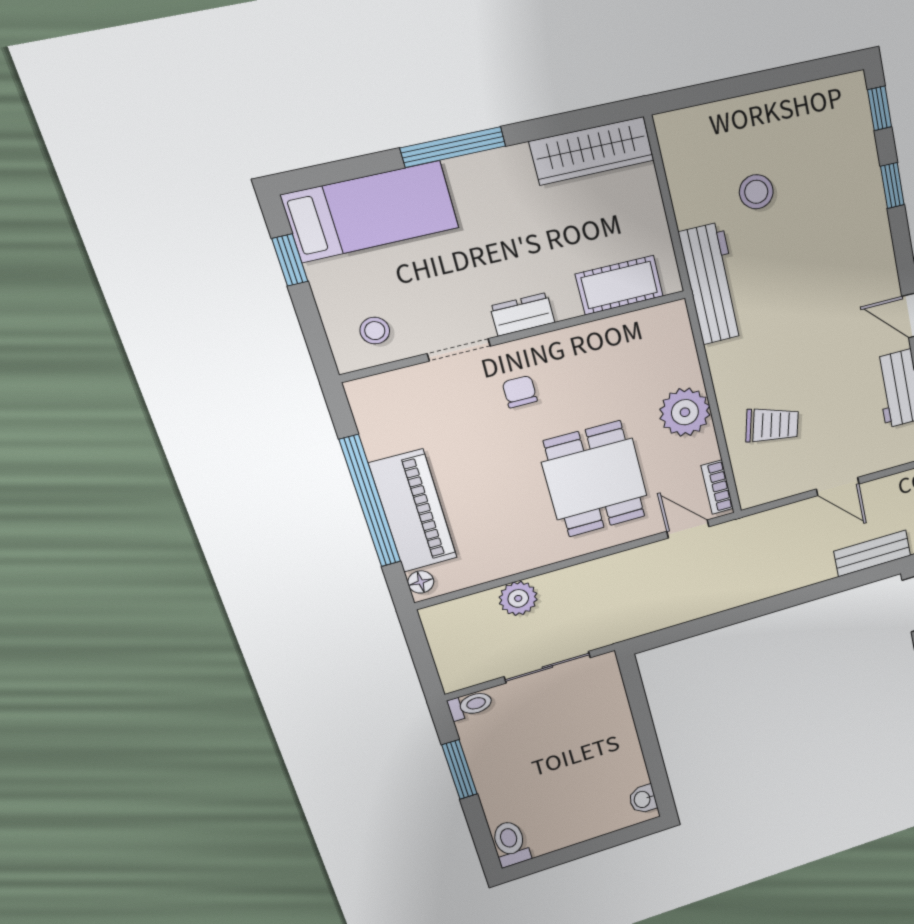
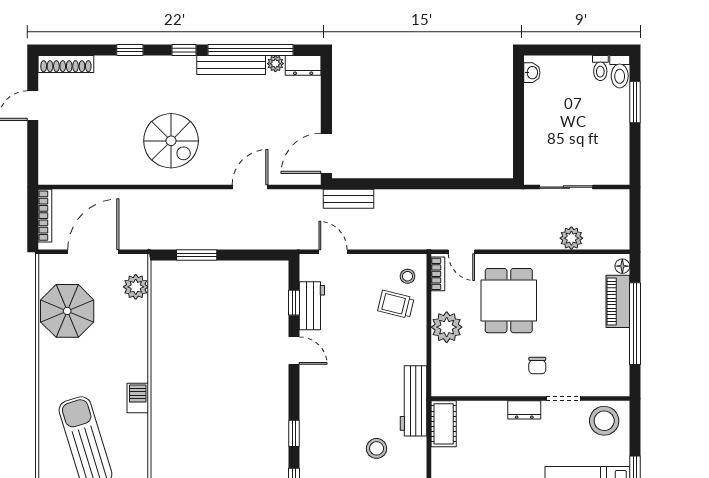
cot: (619, 285) -> (444, 424), moved, turned 90
stool: (375, 331) -> (604, 421), width x1.89, depth x1.89
stool: (763, 471) -> (408, 276), added
door: (838, 487) -> (333, 252), moved
piano: (413, 511) -> (618, 301), width x0.73, depth x0.75
toilet: (470, 705) -> (600, 68), moved, turned -90
window: (460, 770) -> (635, 102), moved

